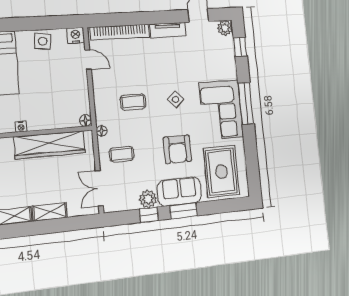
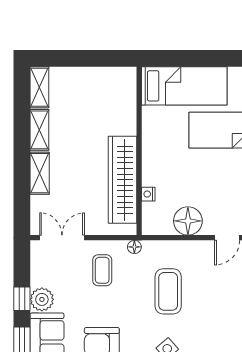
coffee table: (133, 102) -> (168, 291), width x1.36, depth x1.30
floor lamp: (86, 121) -> (188, 221), moved, width x1.89, depth x1.89
nightstand: (21, 127) -> (148, 194), moved

